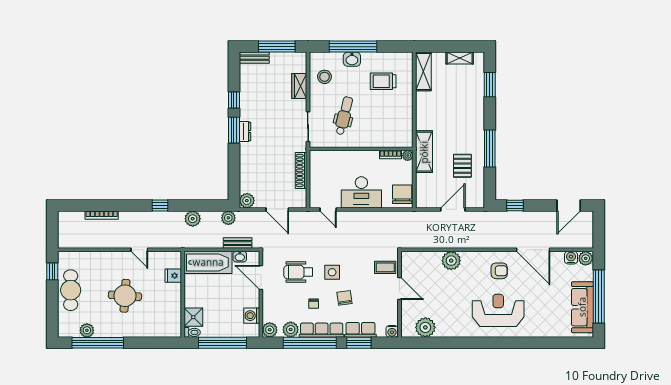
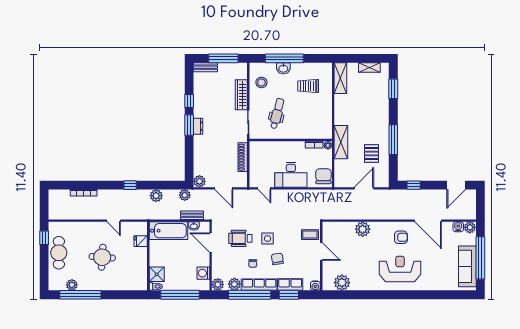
wardrobe: (299, 86) -> (241, 95), width x1.50

